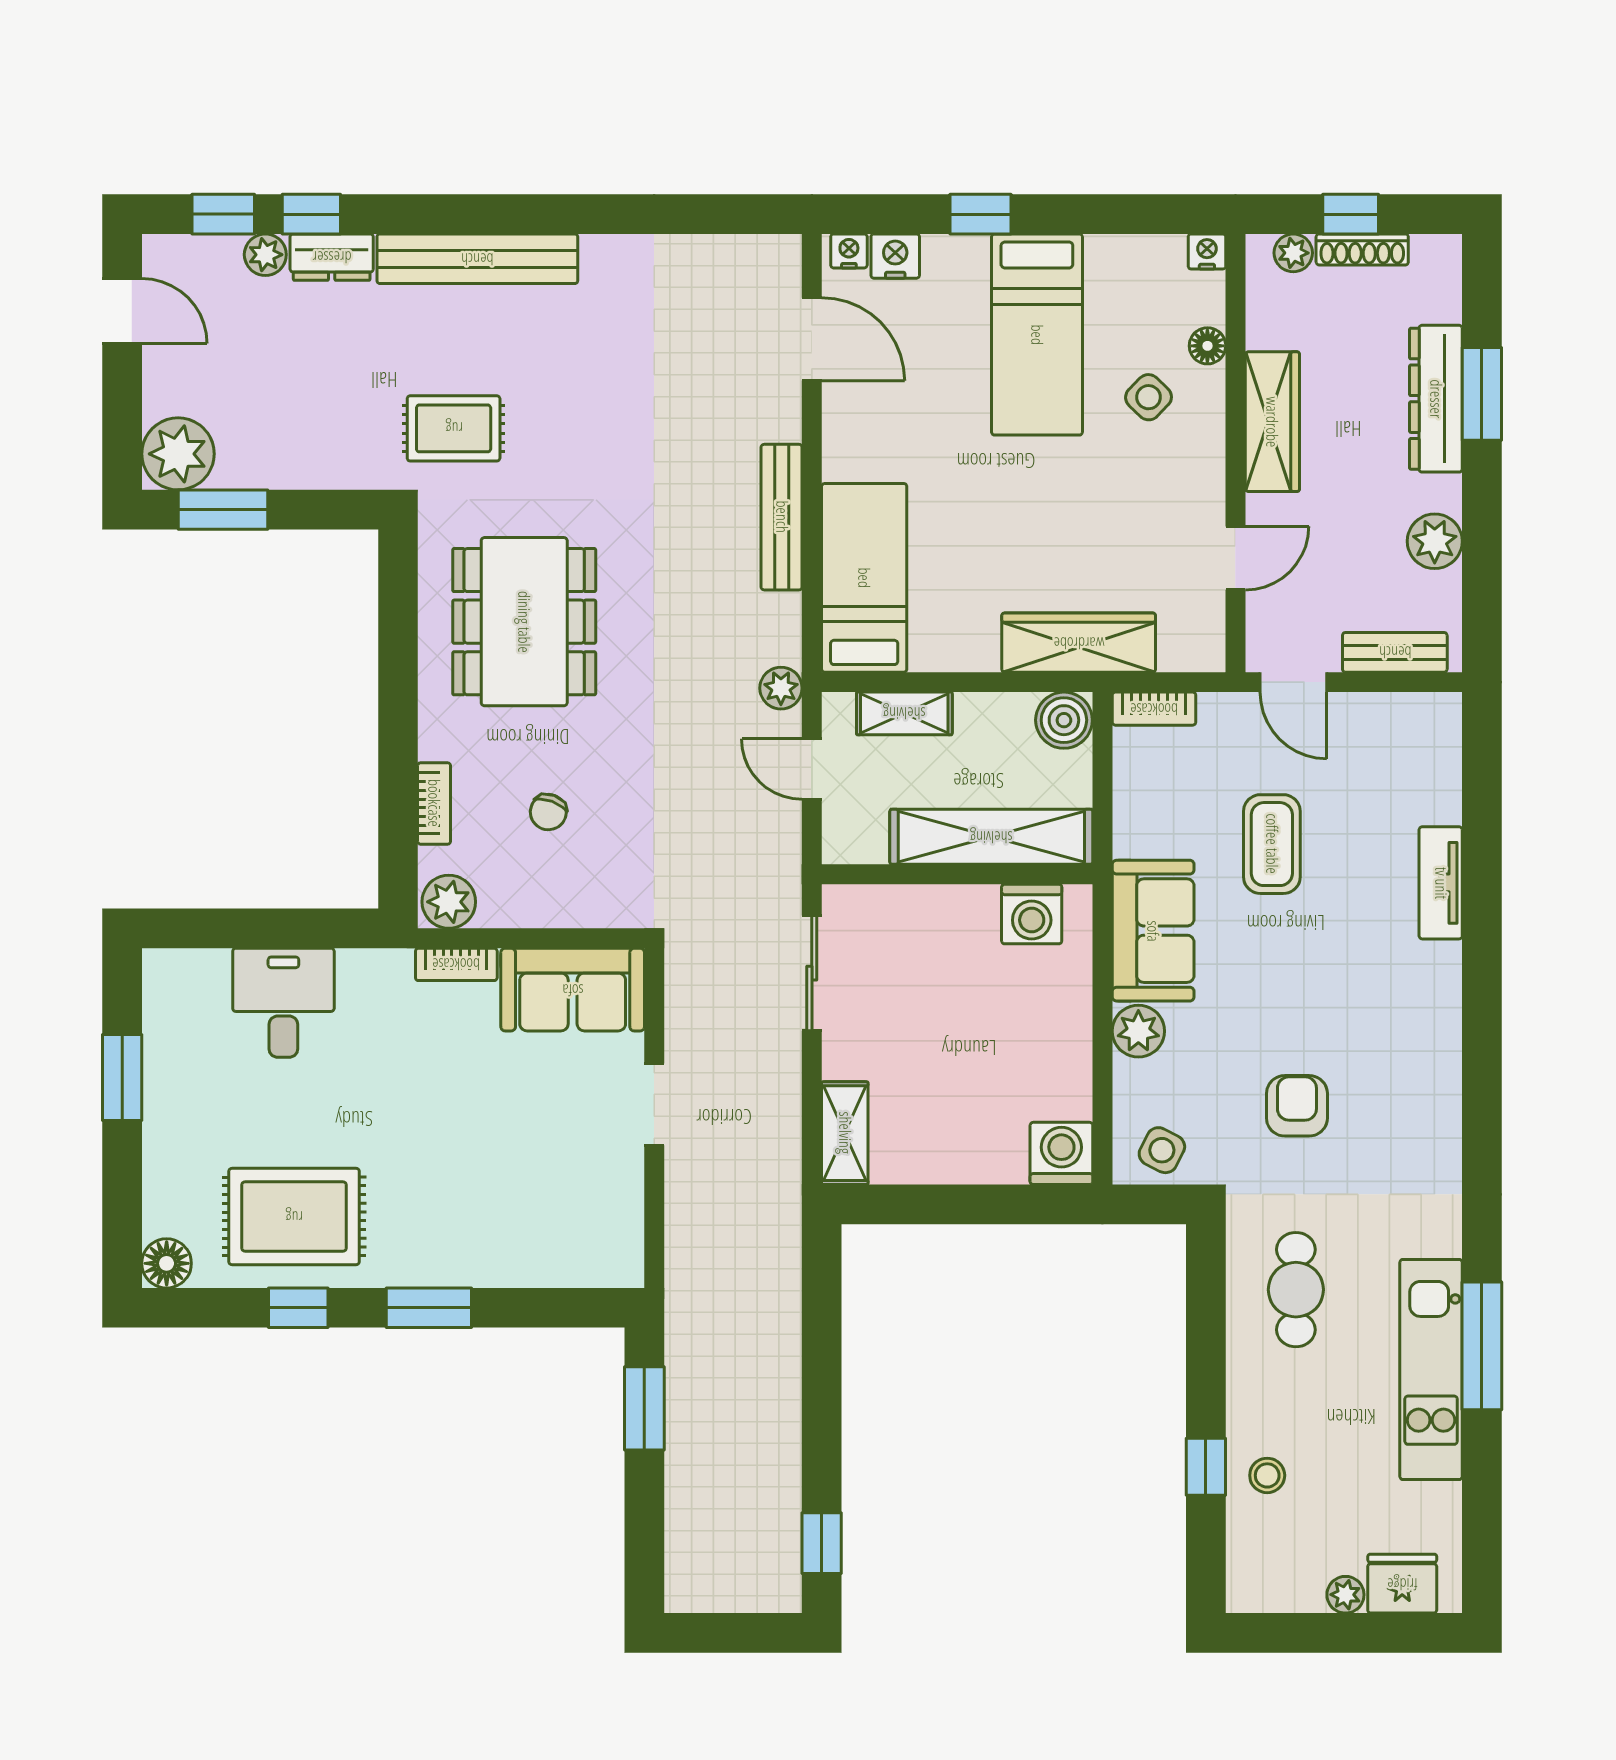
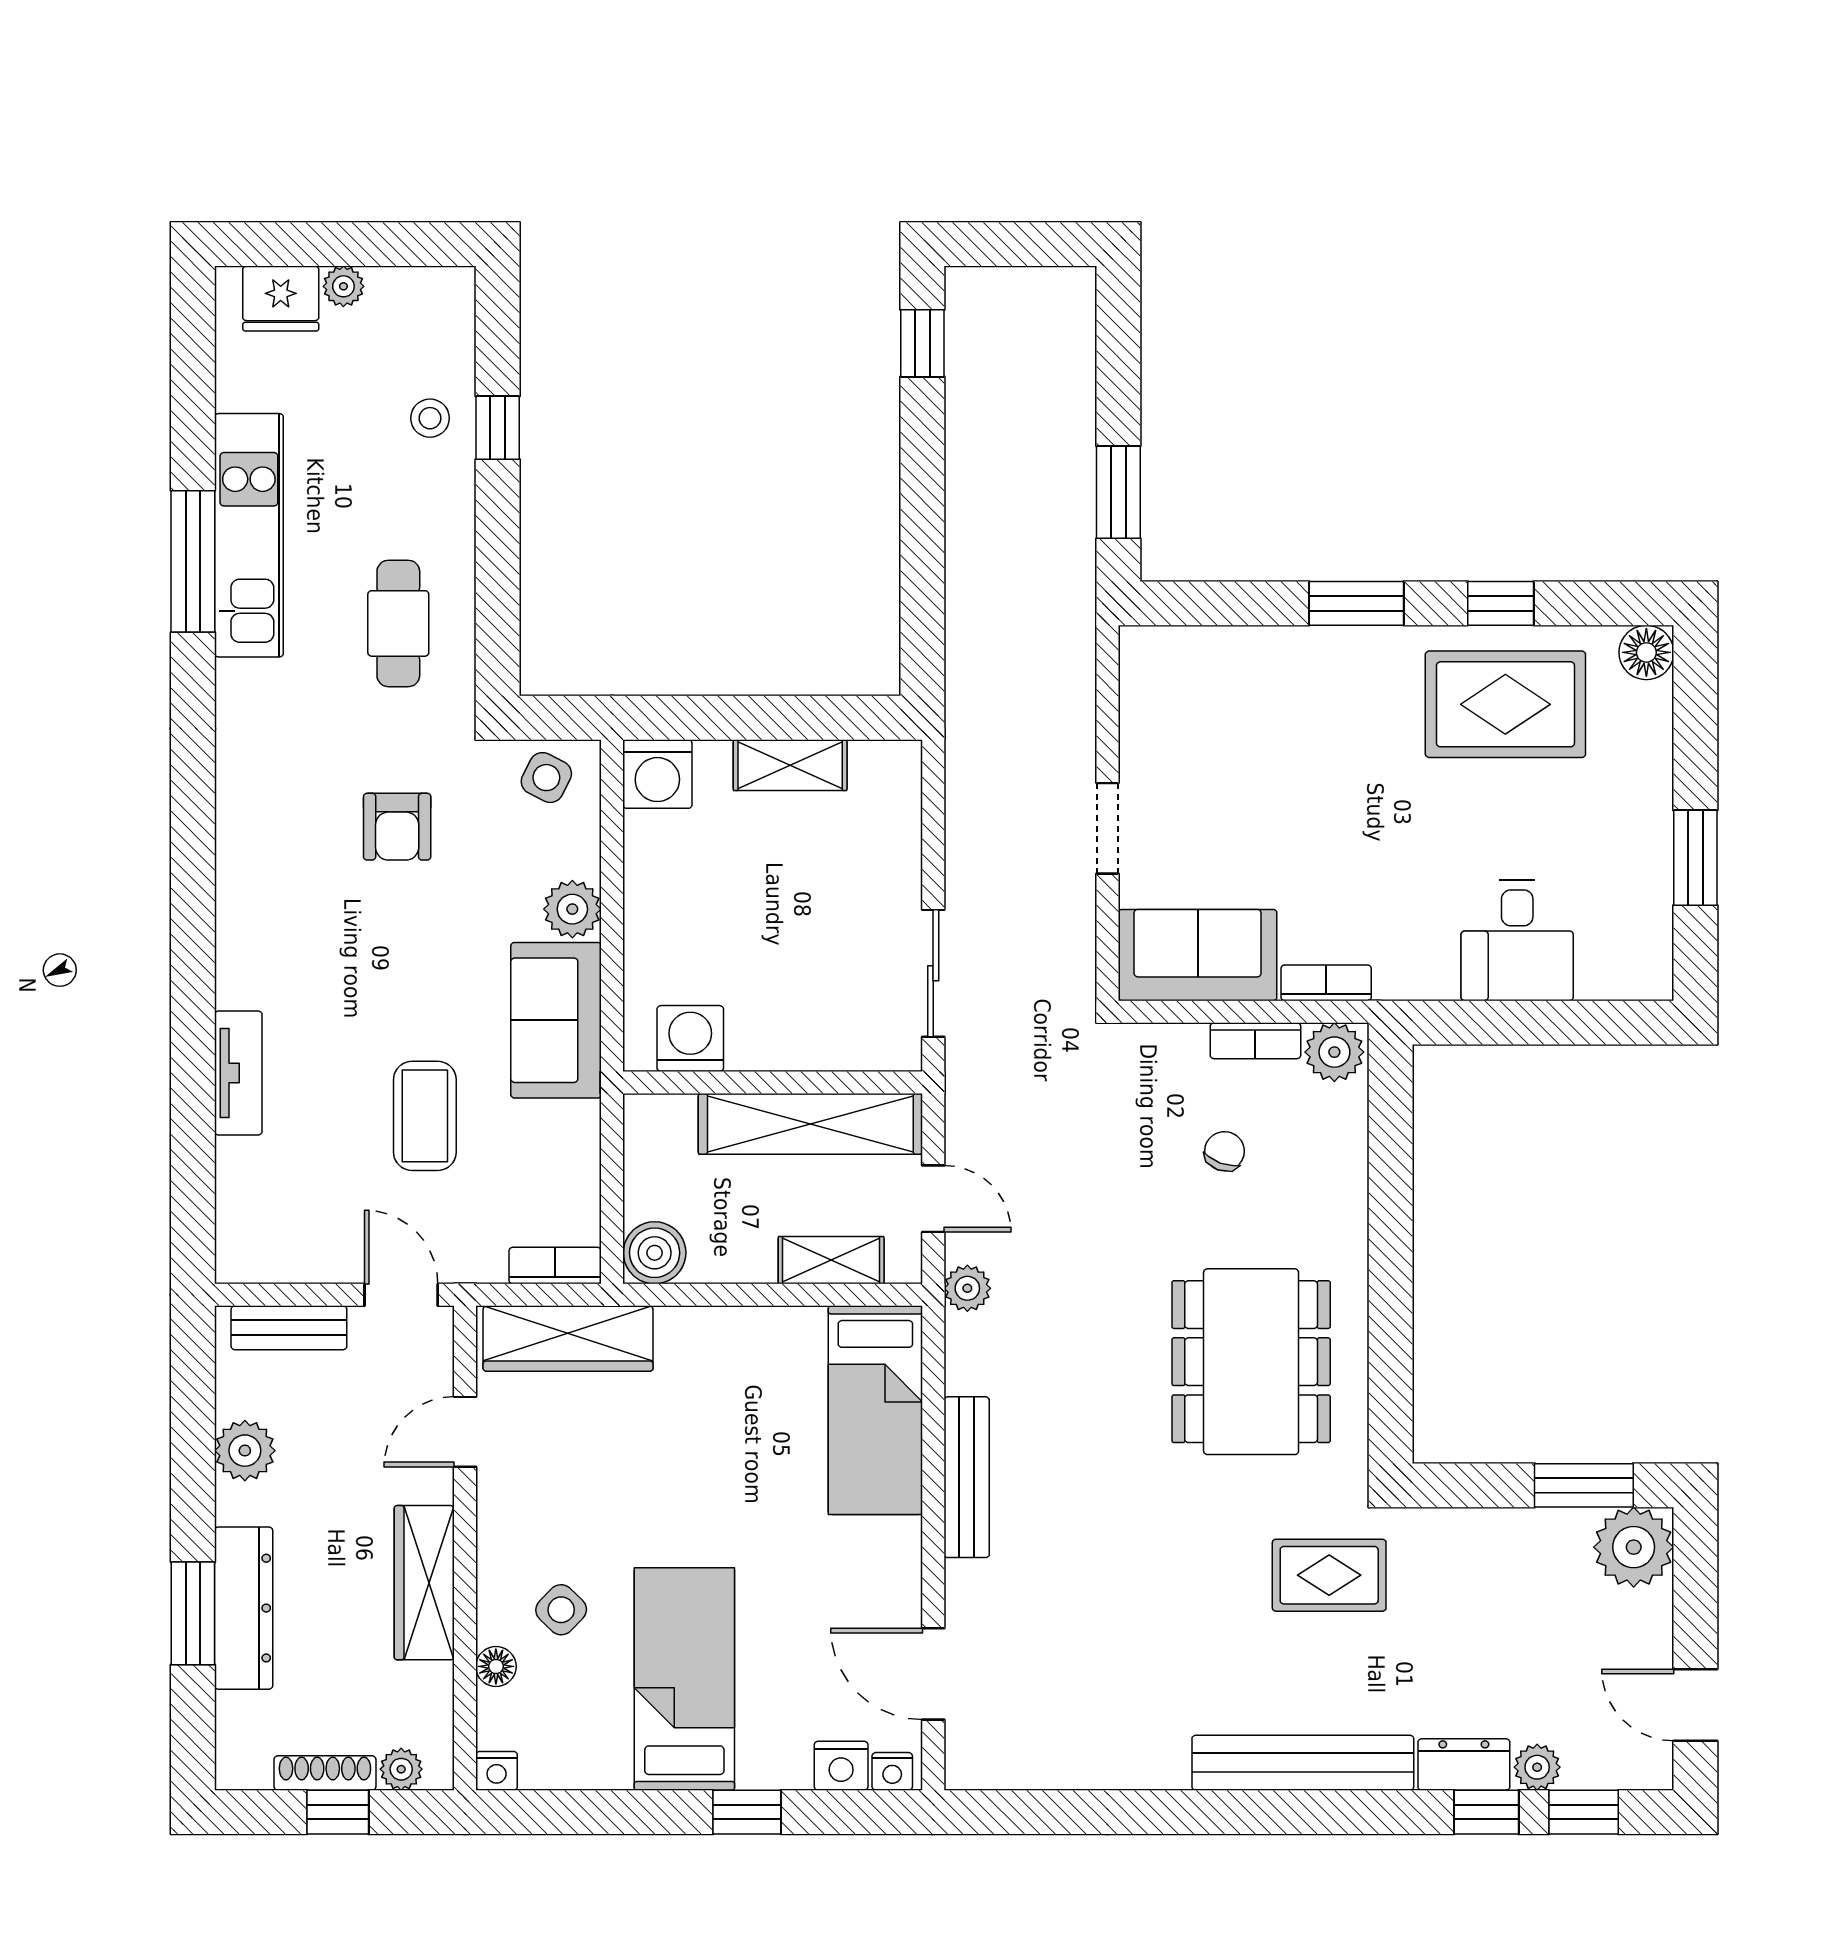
wardrobe: (1079, 643) -> (568, 1339), moved
bookcase: (434, 803) -> (1255, 1041), moved, turned -90
shelving: (991, 837) -> (810, 1124), moved
shelving: (845, 1133) -> (790, 765), moved, turned 90

